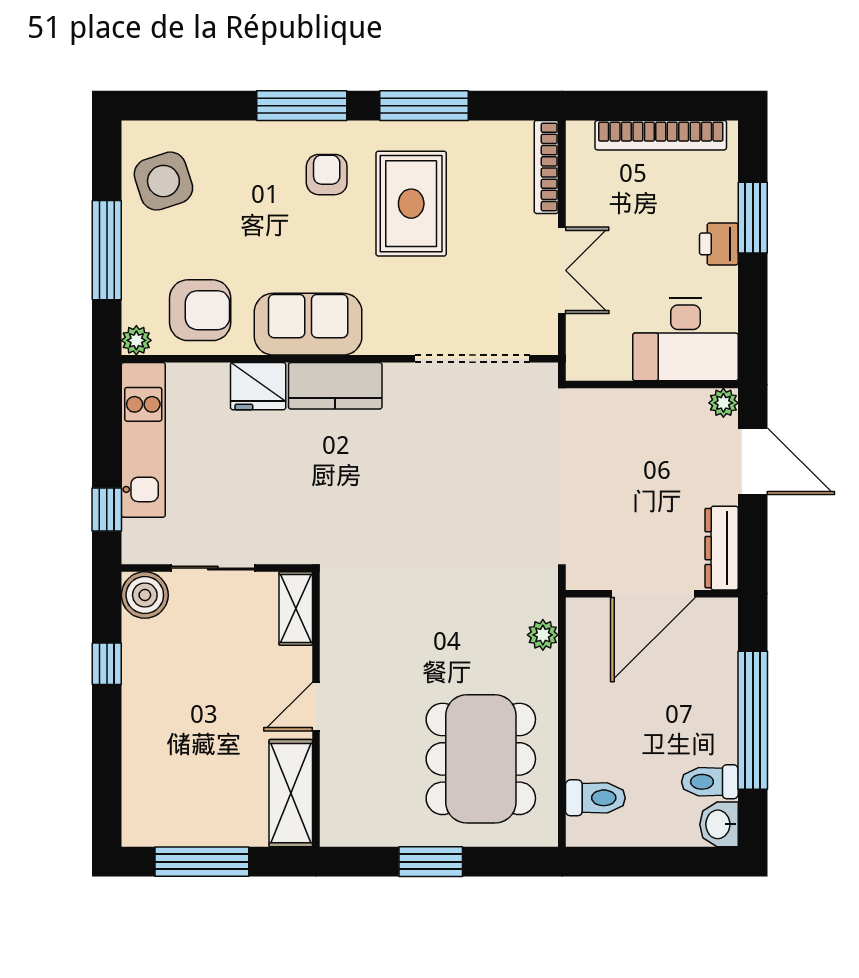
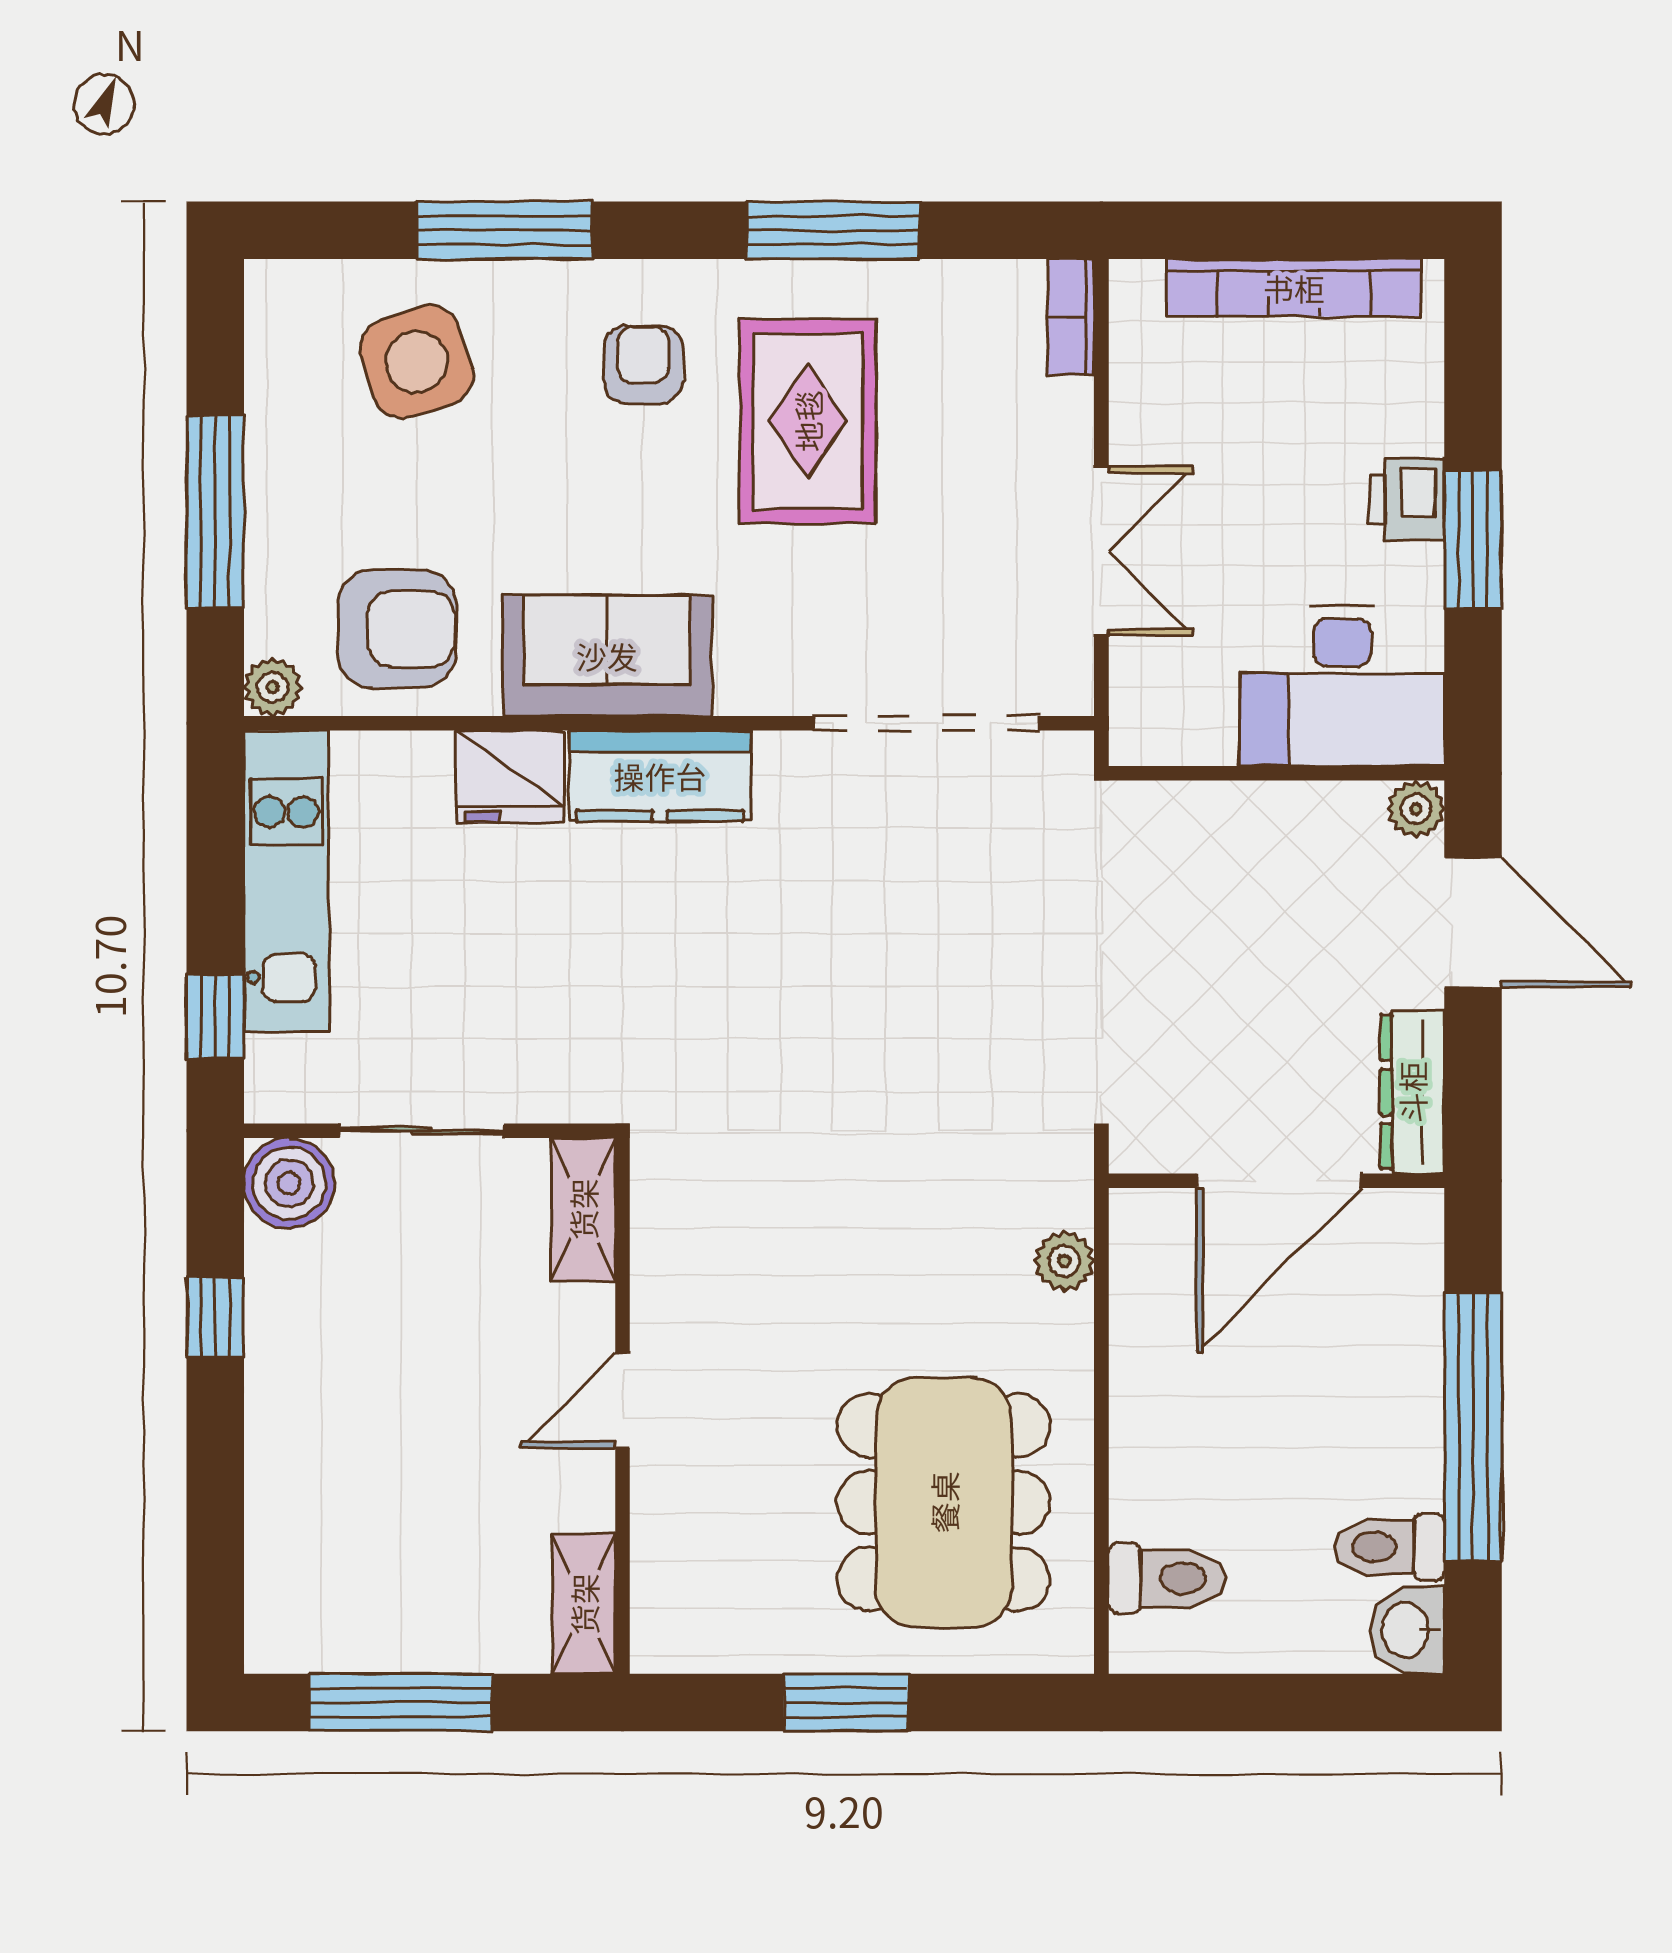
window: (302, 106) -> (505, 230), moved
bookcase: (546, 167) -> (1071, 317), width x0.64
side table: (163, 181) -> (417, 362), moved
window: (753, 218) -> (1473, 539), moved
shelving: (291, 793) -> (584, 1604), width x0.67, depth x0.75

